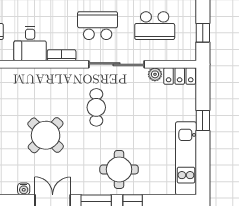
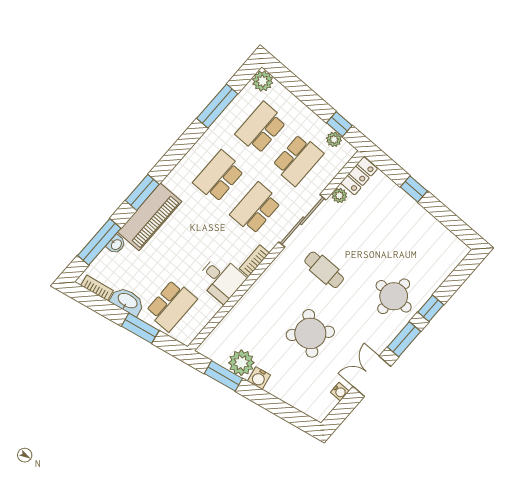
plant: (189, 38) -> (334, 139), added
kitchen unit: (186, 158) -> (434, 231), removed

